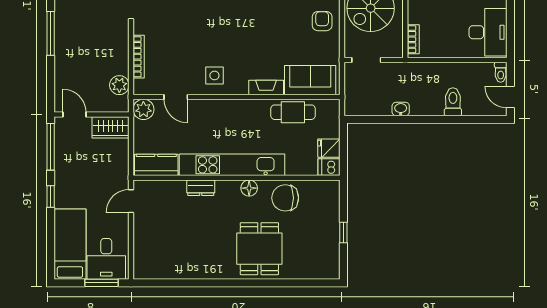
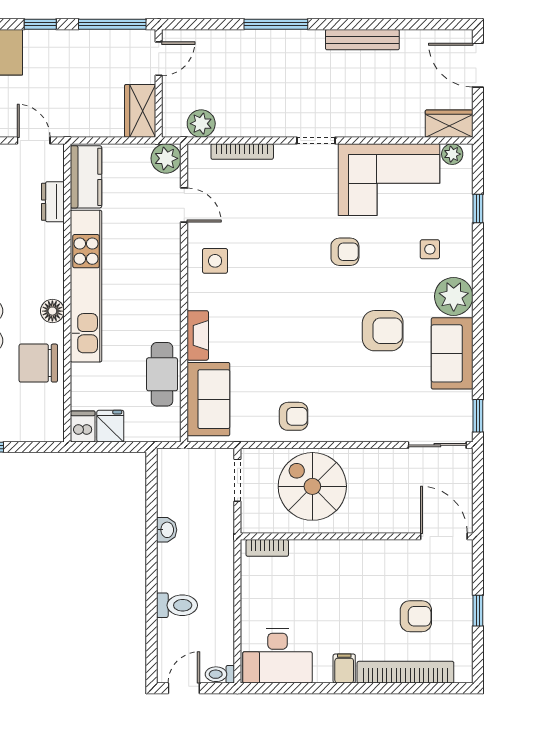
door: (176, 97) -> (184, 205), swing flipped
dresser: (201, 188) -> (53, 202), moved
chair: (285, 198) -> (38, 363), turned -90

